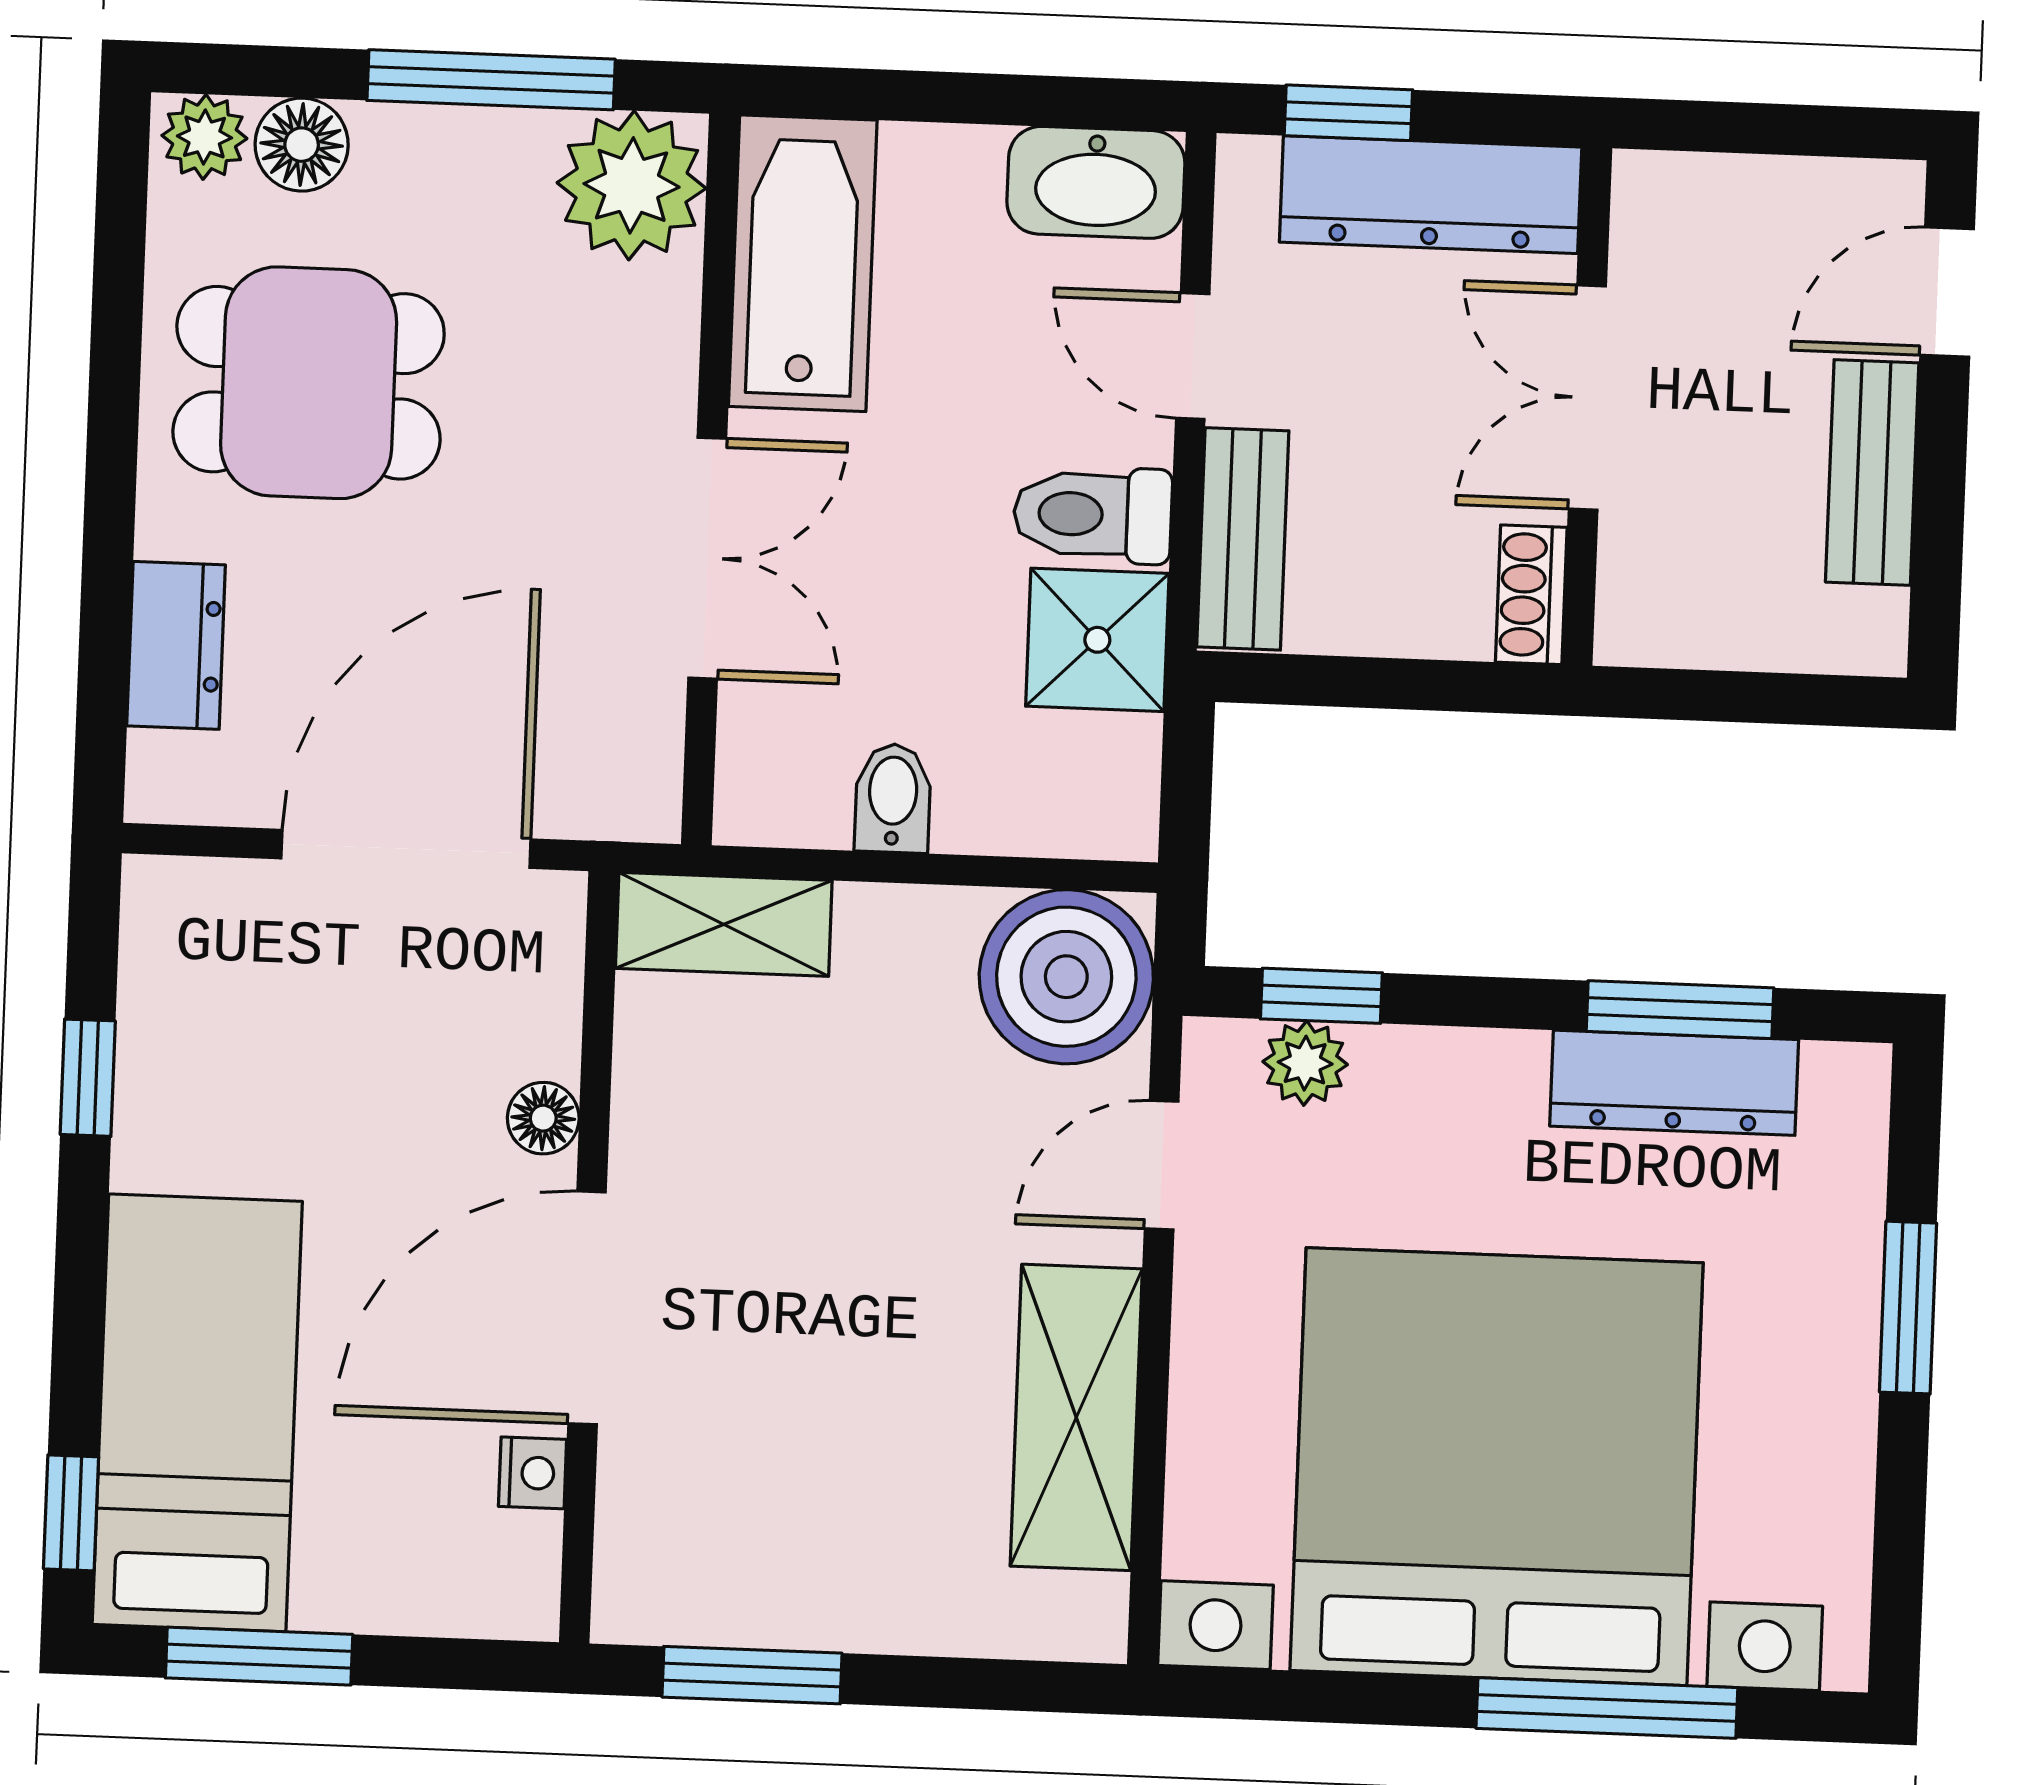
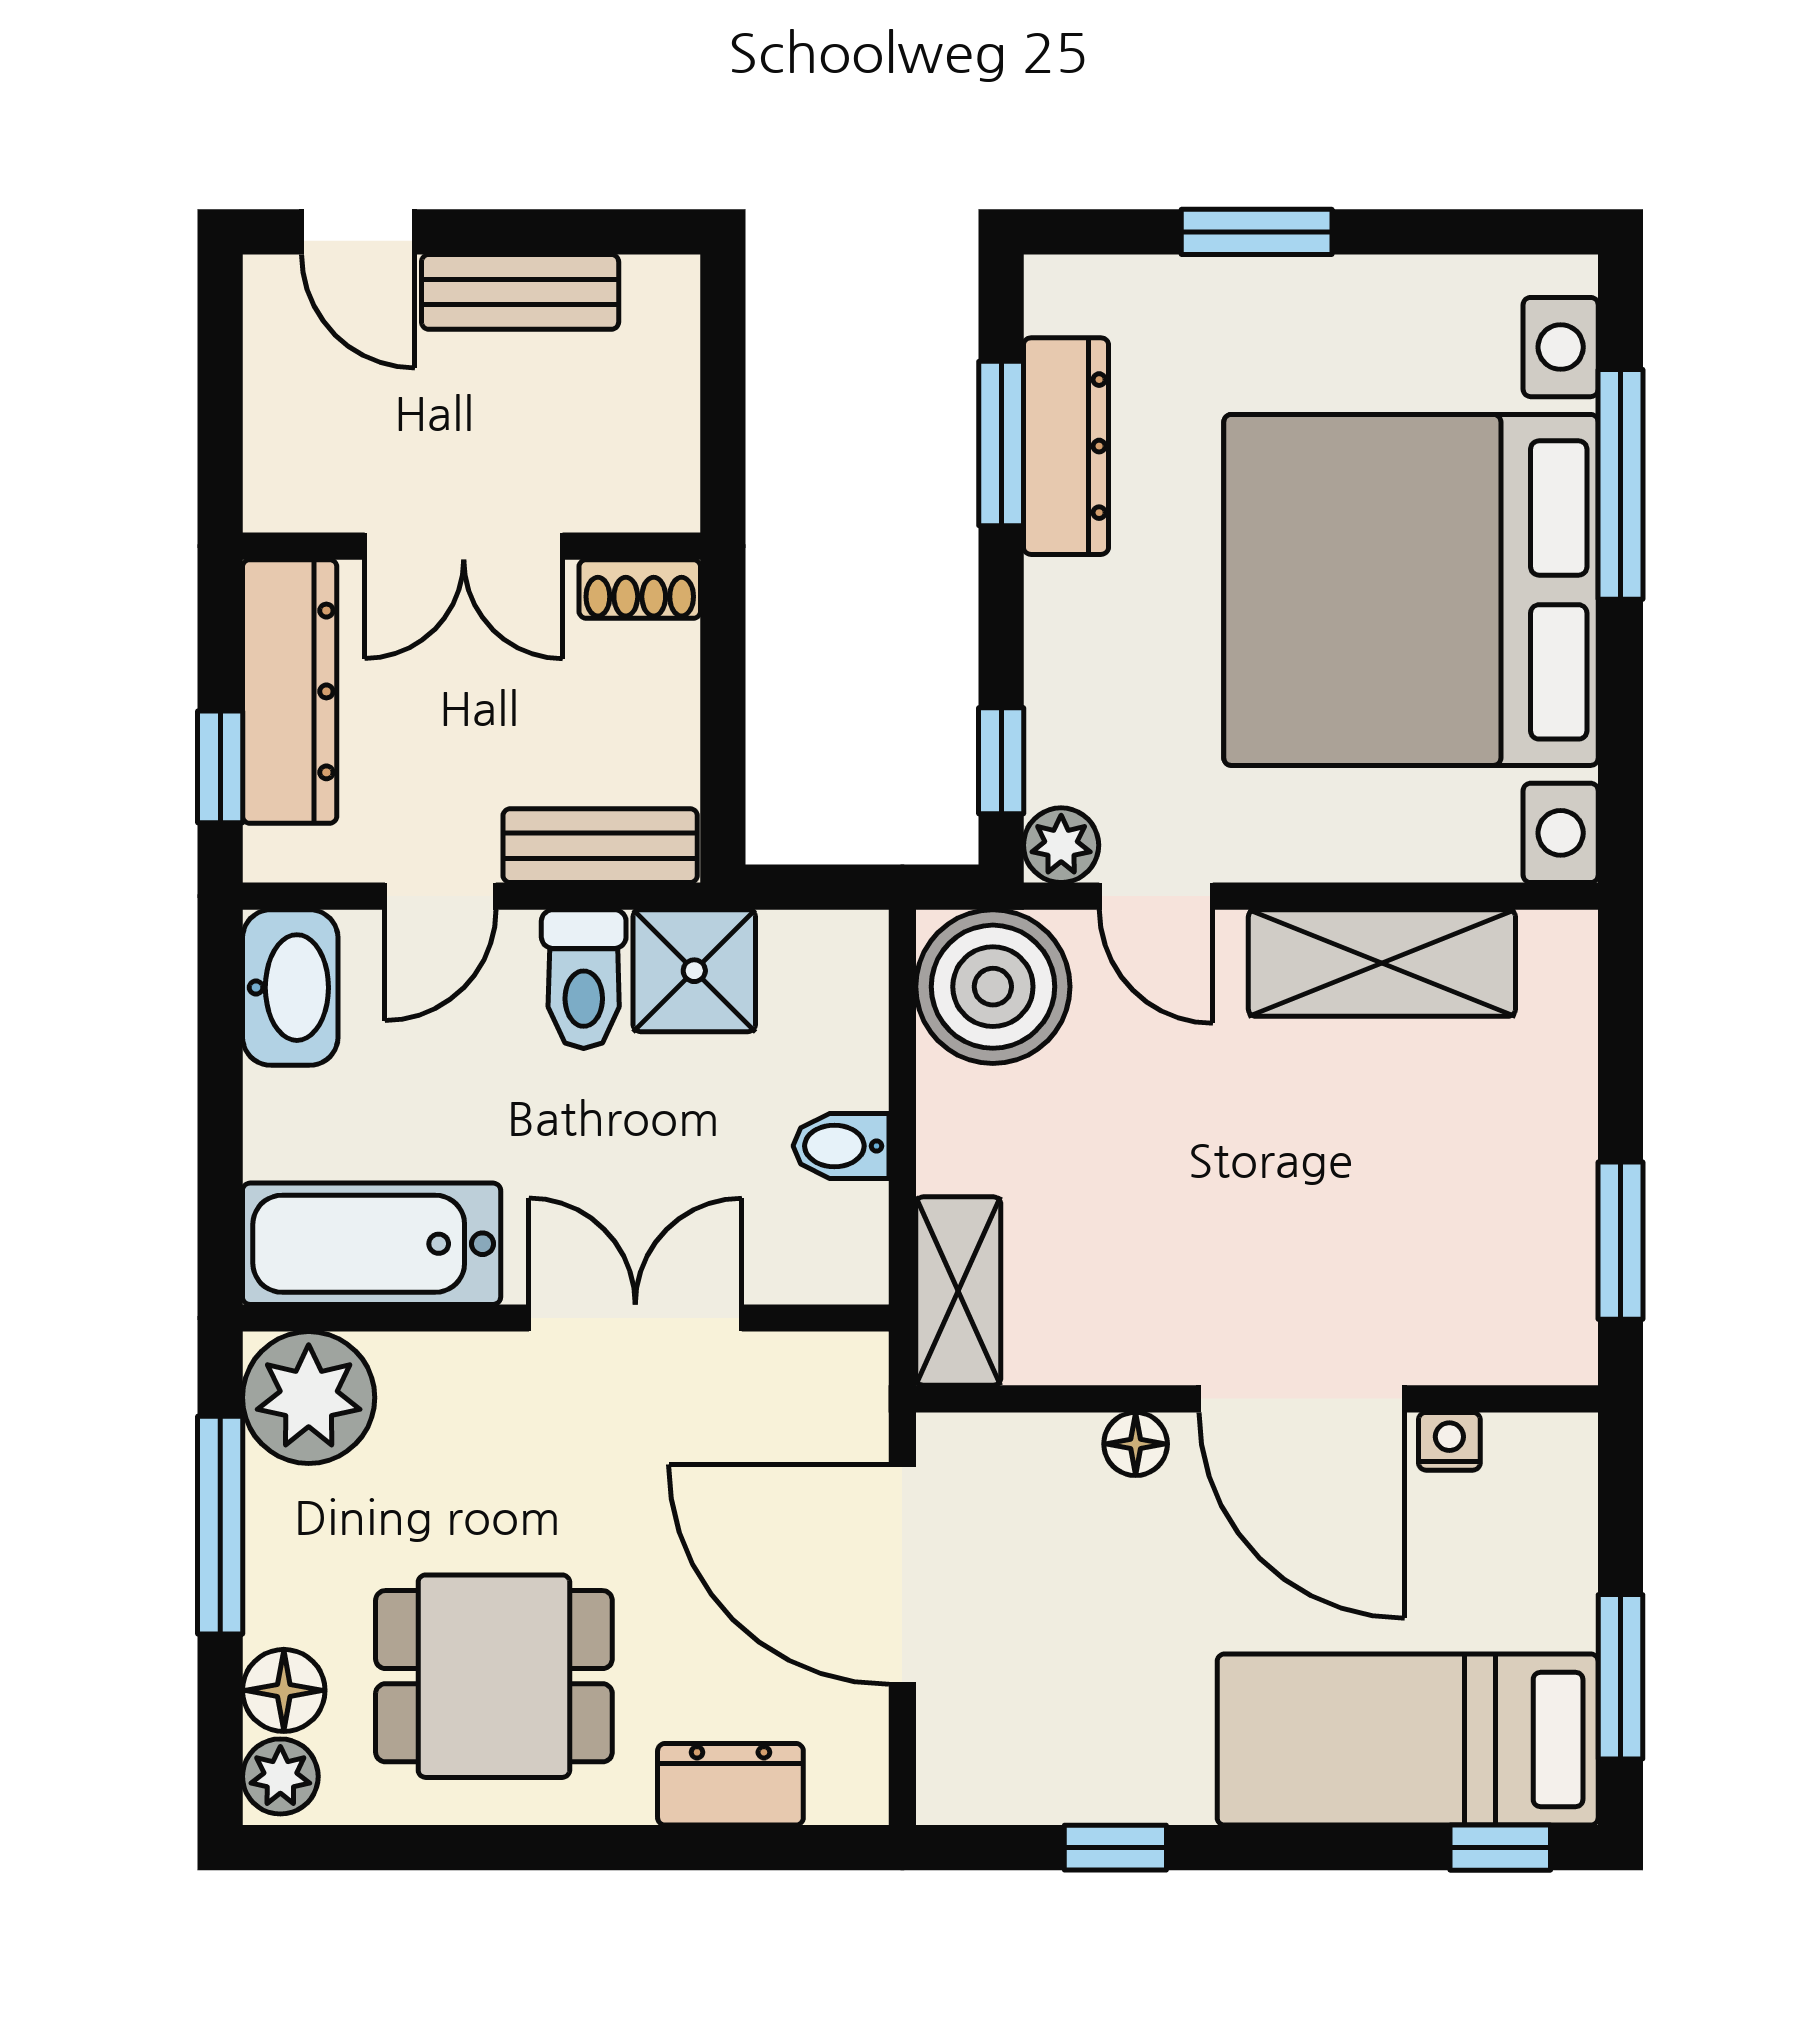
dining table: (309, 383) -> (494, 1676), turned 90
plant: (1305, 1063) -> (1061, 845), moved

